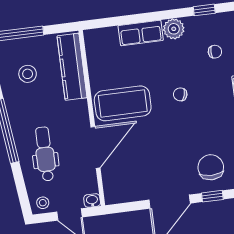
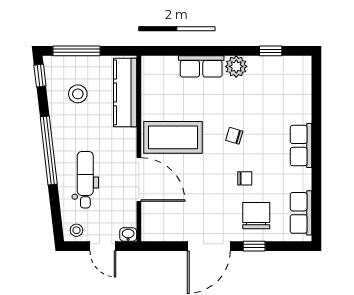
chair: (215, 52) -> (245, 178), moved
door: (95, 147) -> (139, 180), hinge flipped

